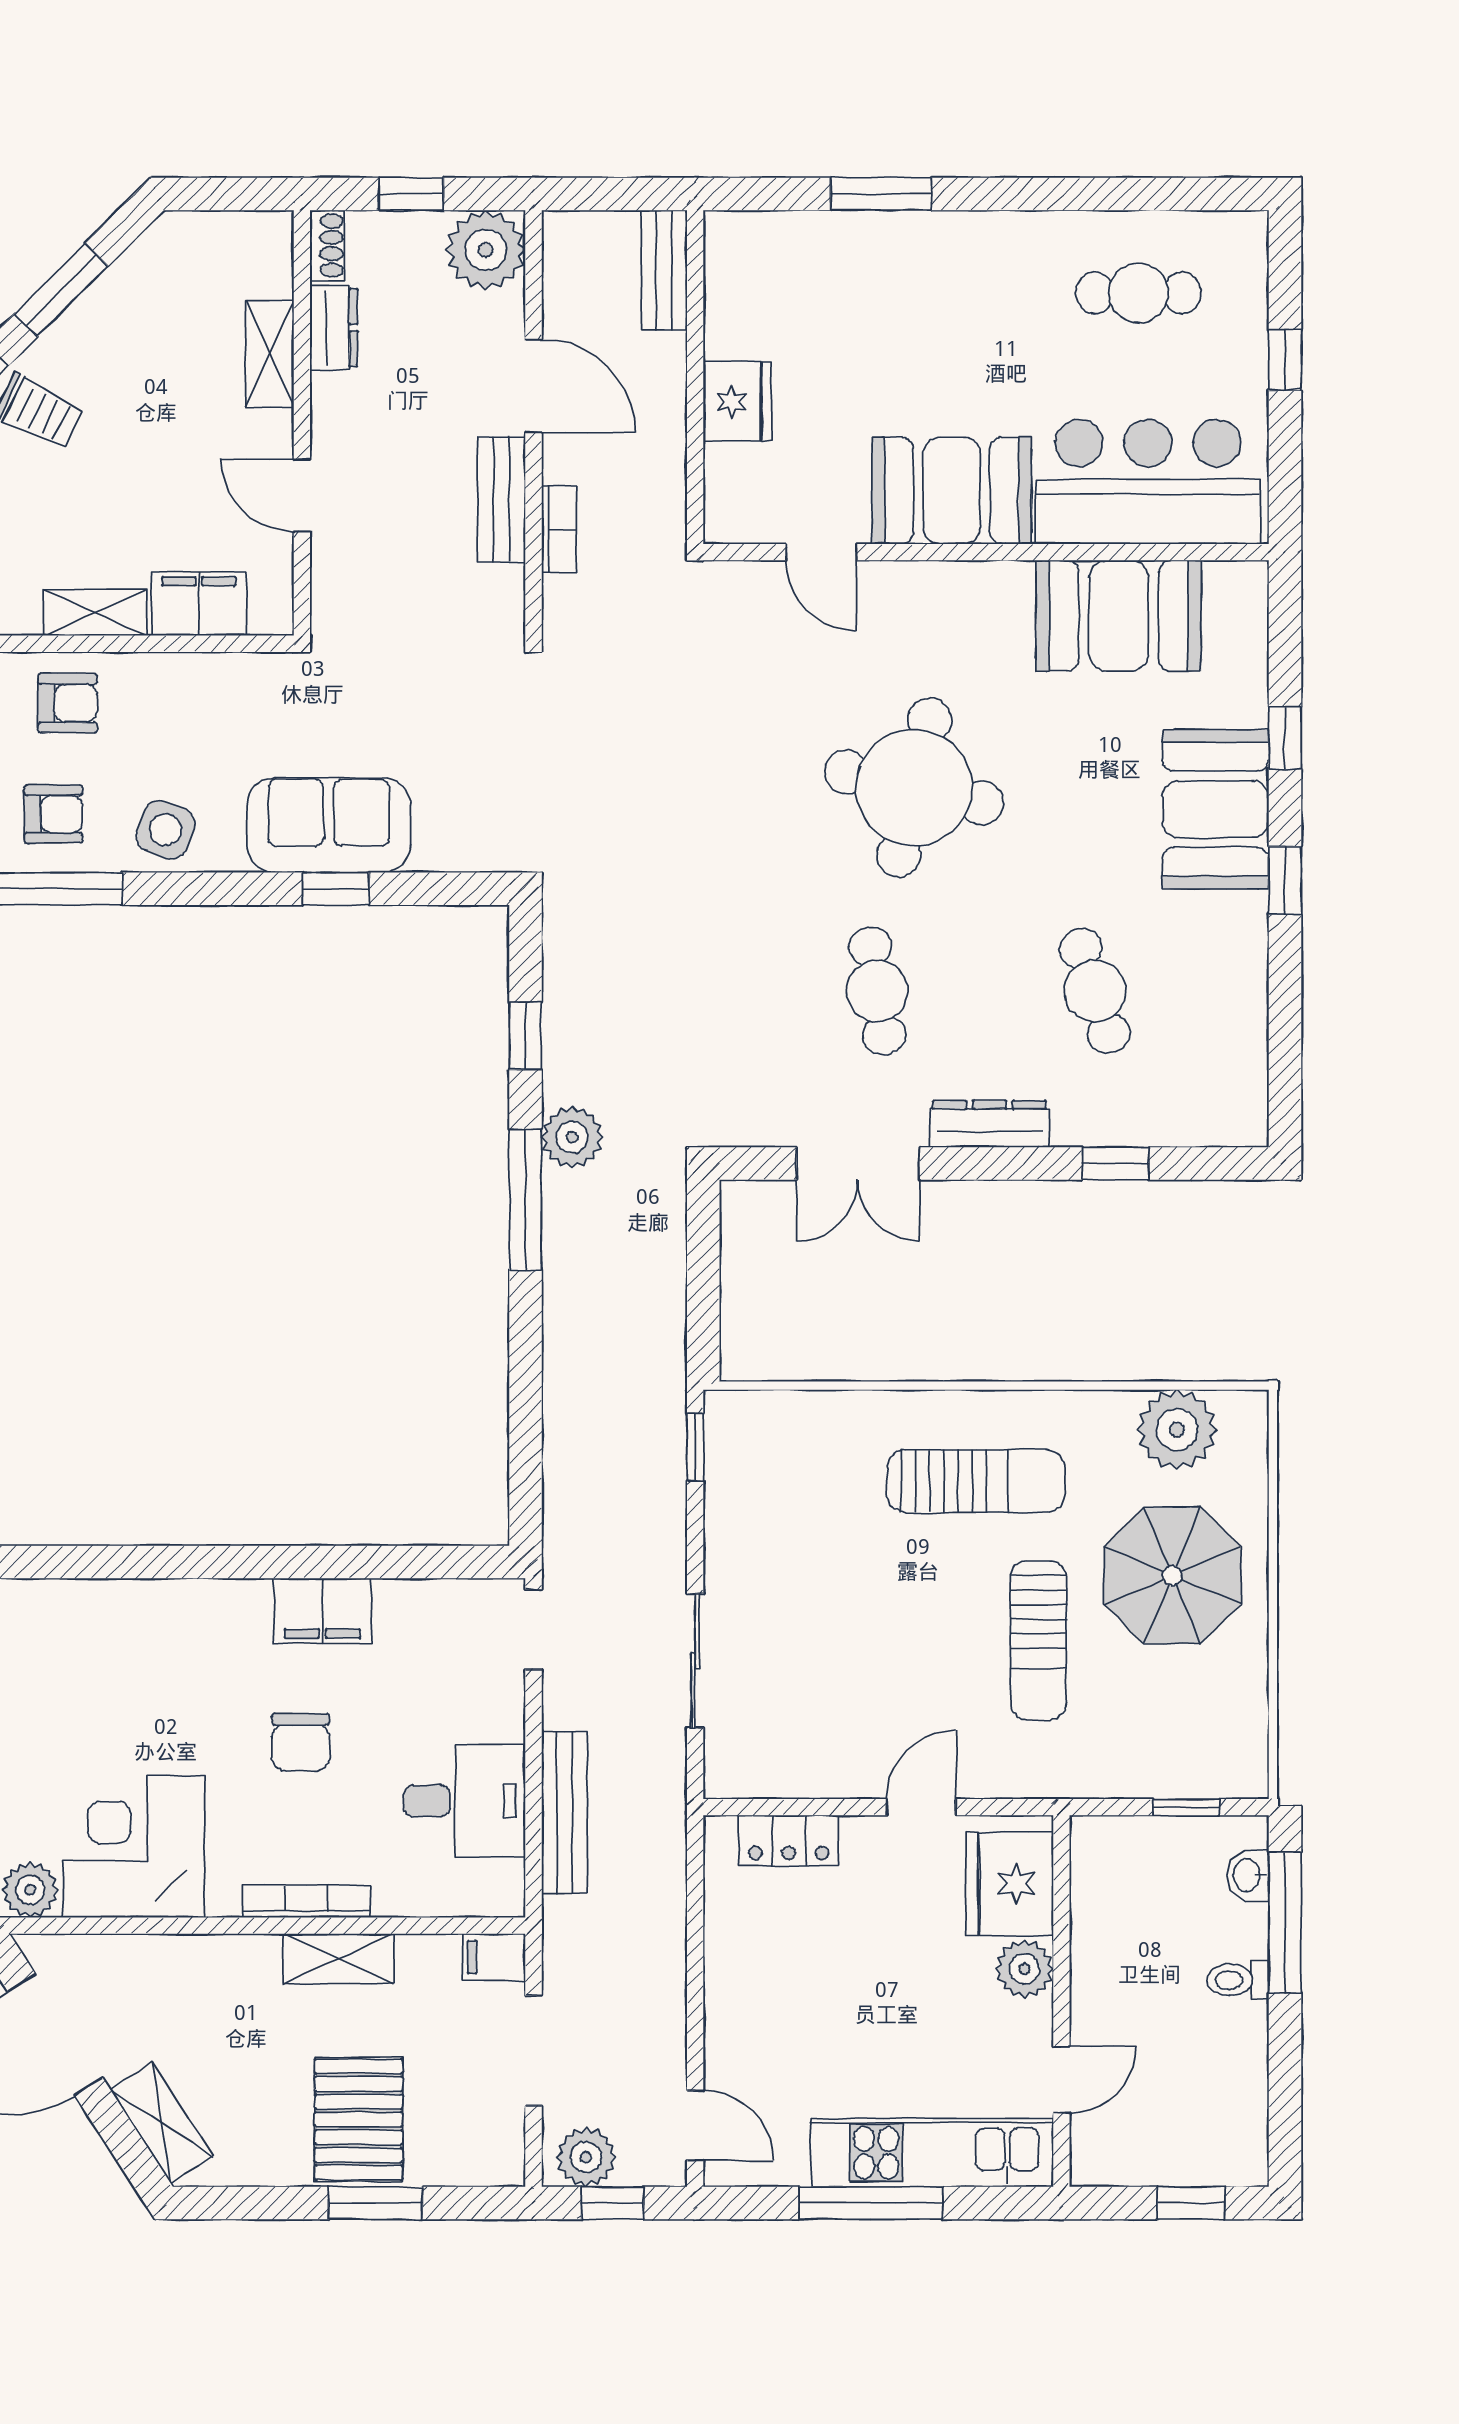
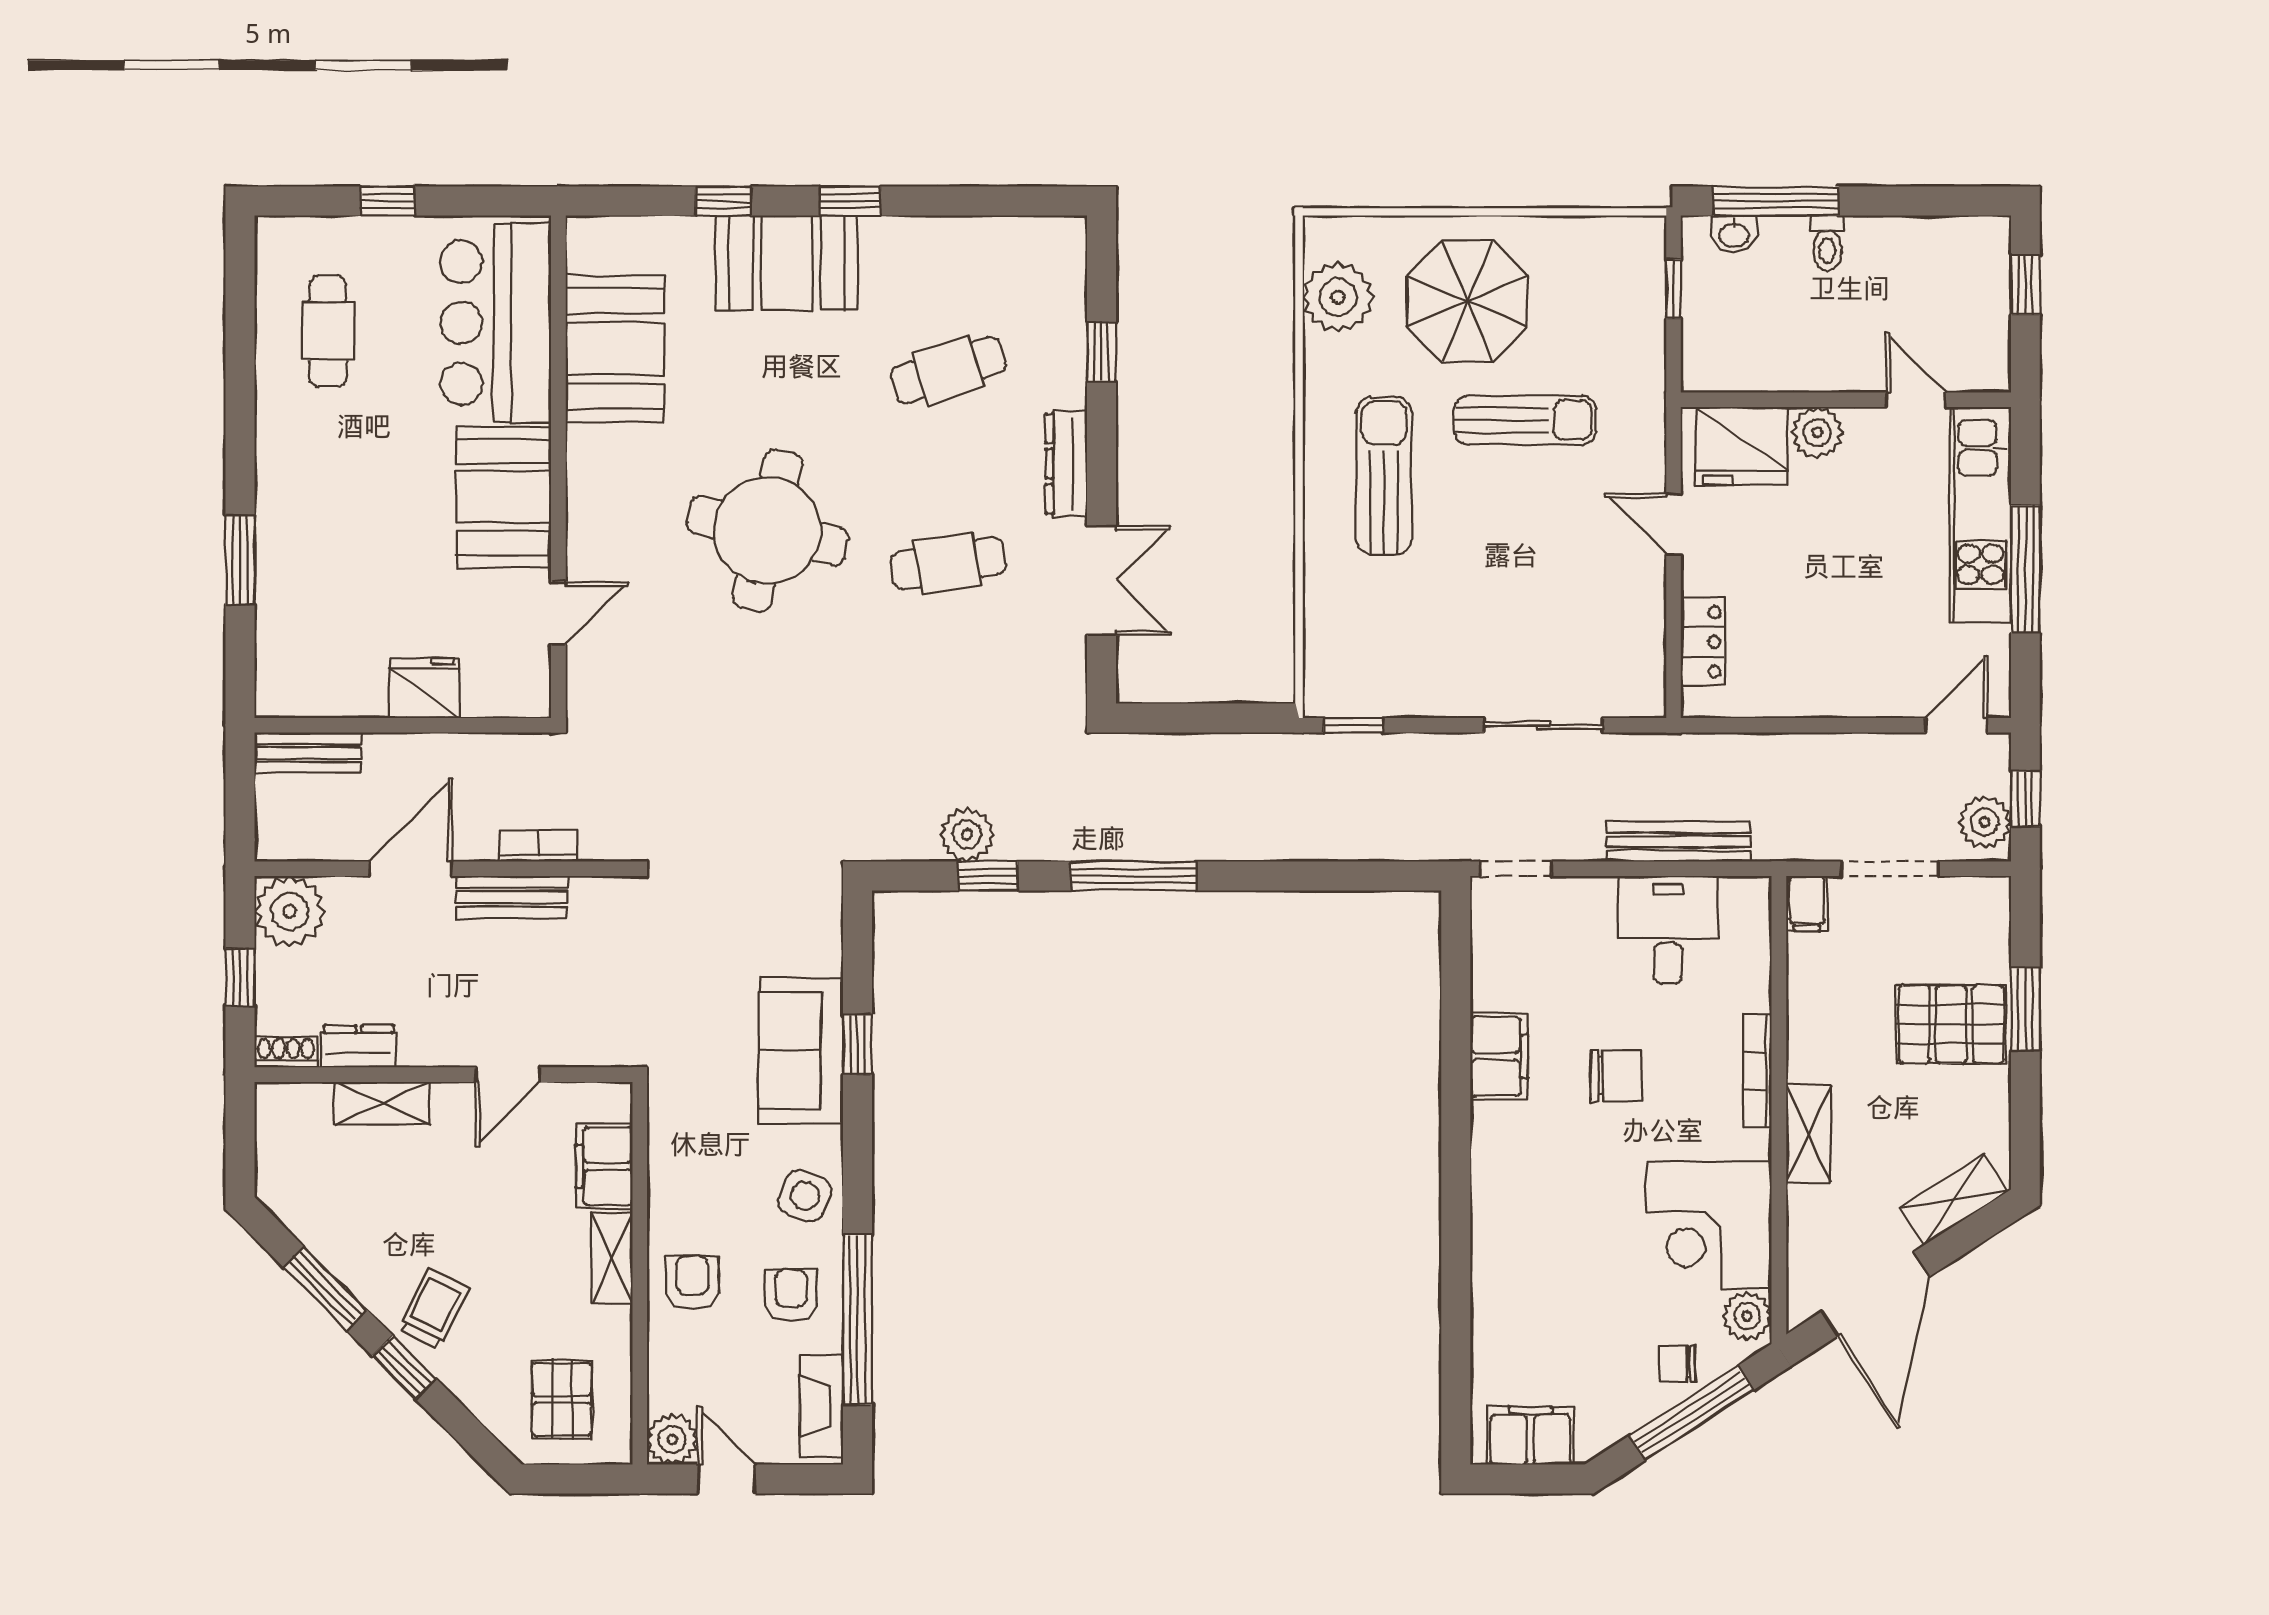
plant: (572, 1137) -> (967, 834), moved
shelving: (338, 1959) -> (1808, 1134), moved

